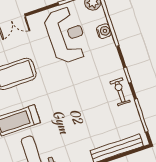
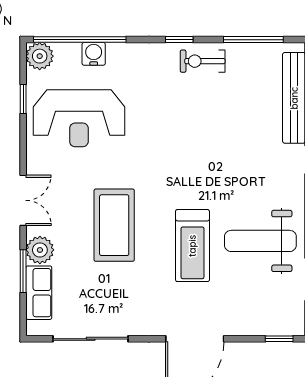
reception desk: (66, 35) -> (79, 118), turned 180

